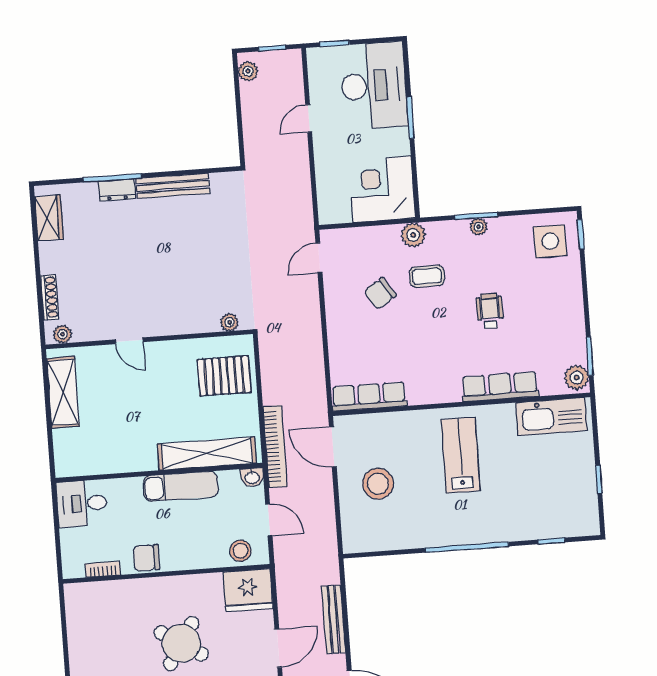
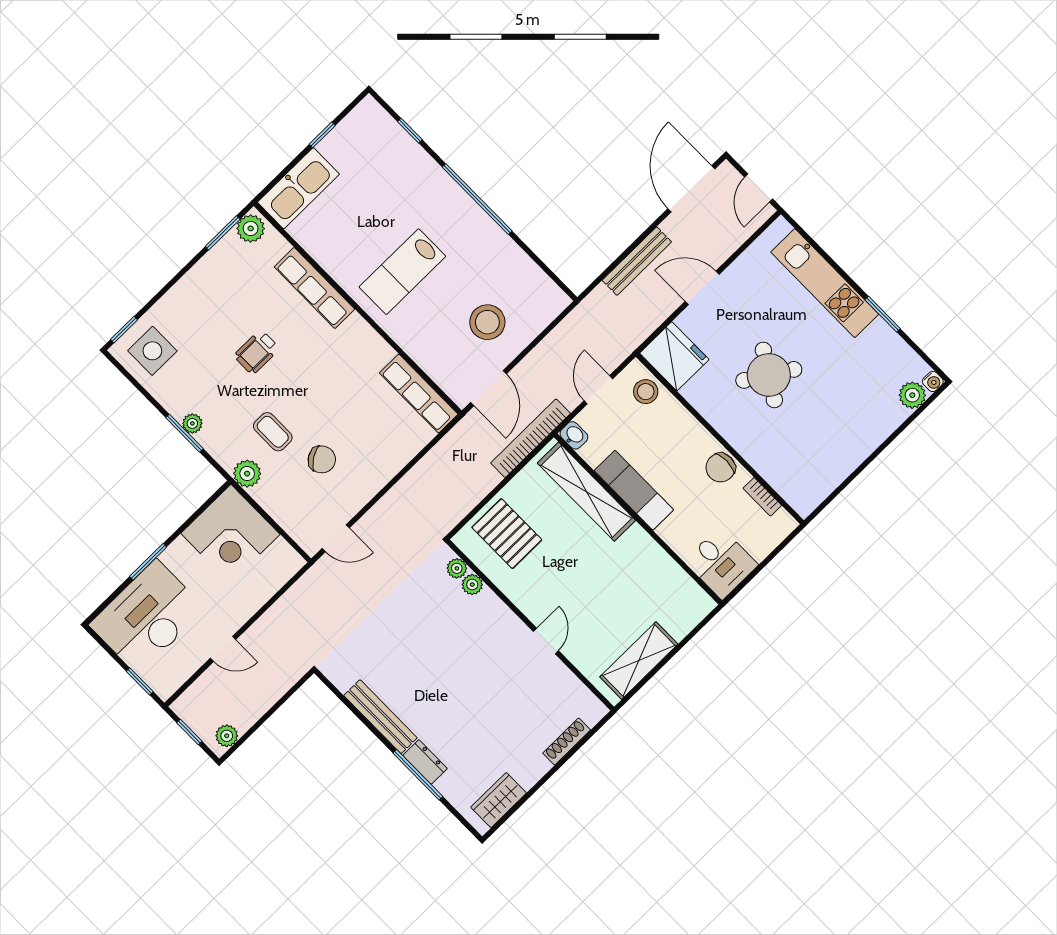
plant: (62, 334) -> (472, 585), moved
kitchen sink: (551, 417) -> (298, 188), moved, turned 90
chair: (146, 558) -> (721, 468), turned 90

